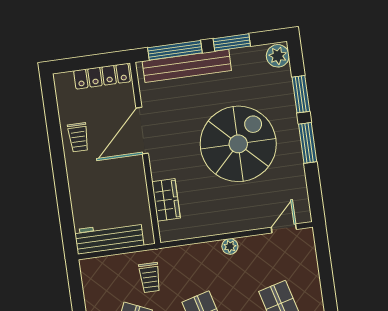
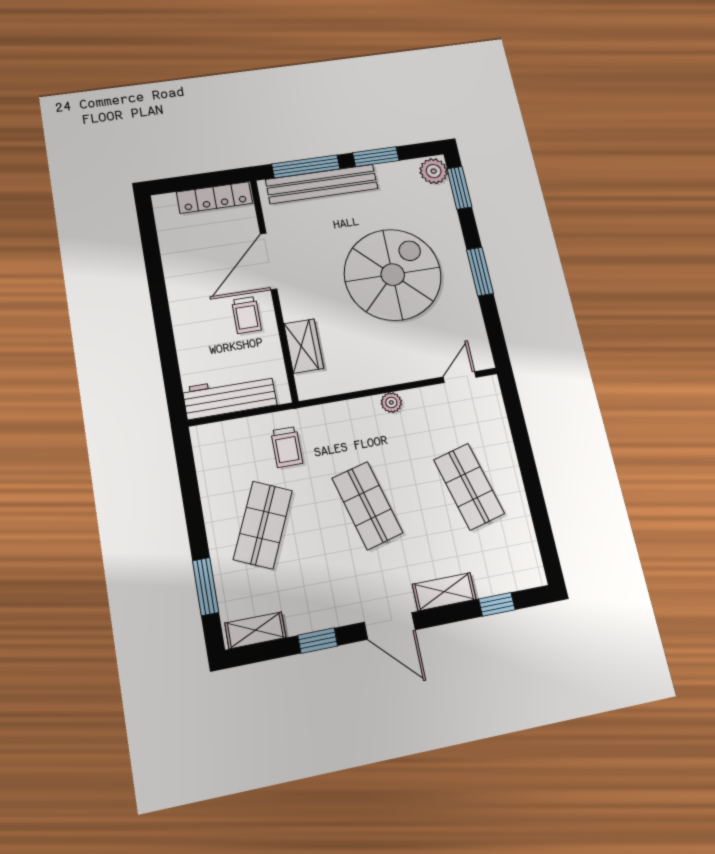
window: (301, 94) -> (459, 188), moved
trolley: (78, 137) -> (246, 315), moved

